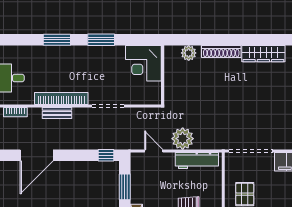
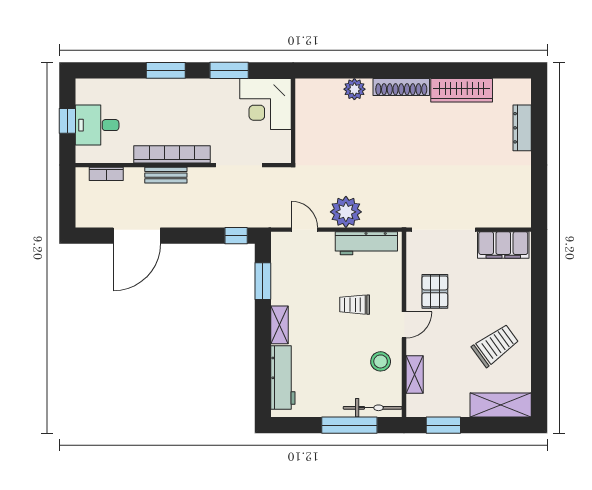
corner desk: (143, 63) -> (266, 104), moved
wall: (163, 75) -> (293, 121), moved

